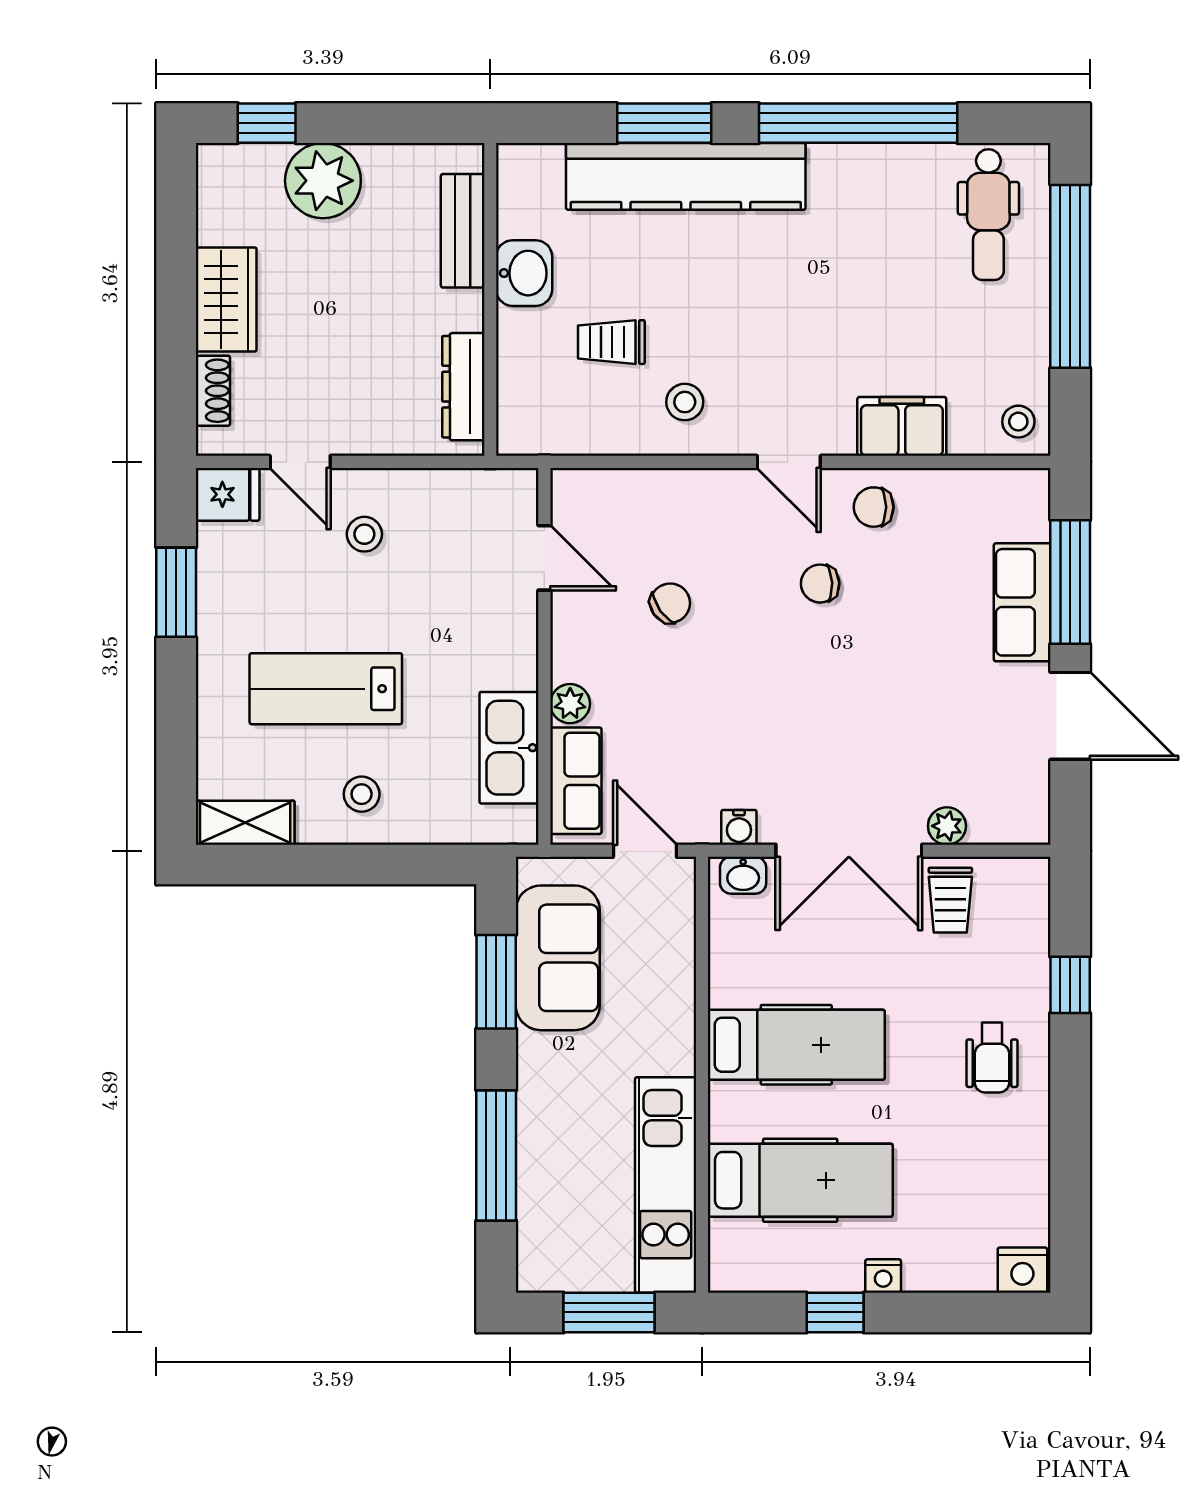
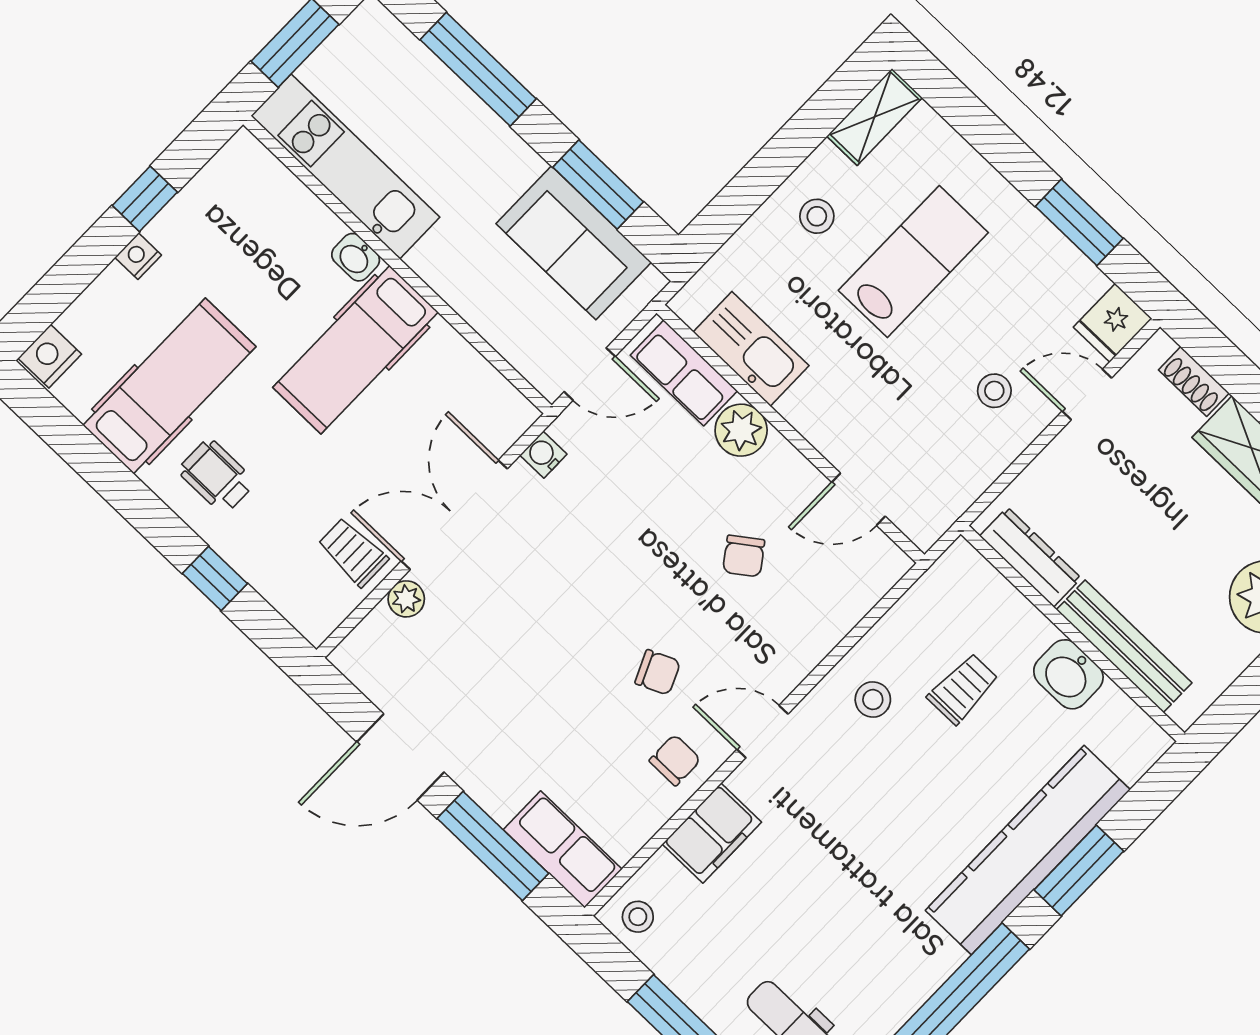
bench: (463, 231) -> (1124, 646), width x1.36
chair: (820, 584) -> (658, 672), turned 69
row of seats: (1022, 602) -> (563, 849), moved
plant: (570, 704) -> (741, 430), width x1.38, depth x1.38
washbasin: (743, 875) -> (356, 257), moved, turned -90
hospital bed: (800, 1180) -> (169, 386), moved, turned 180

